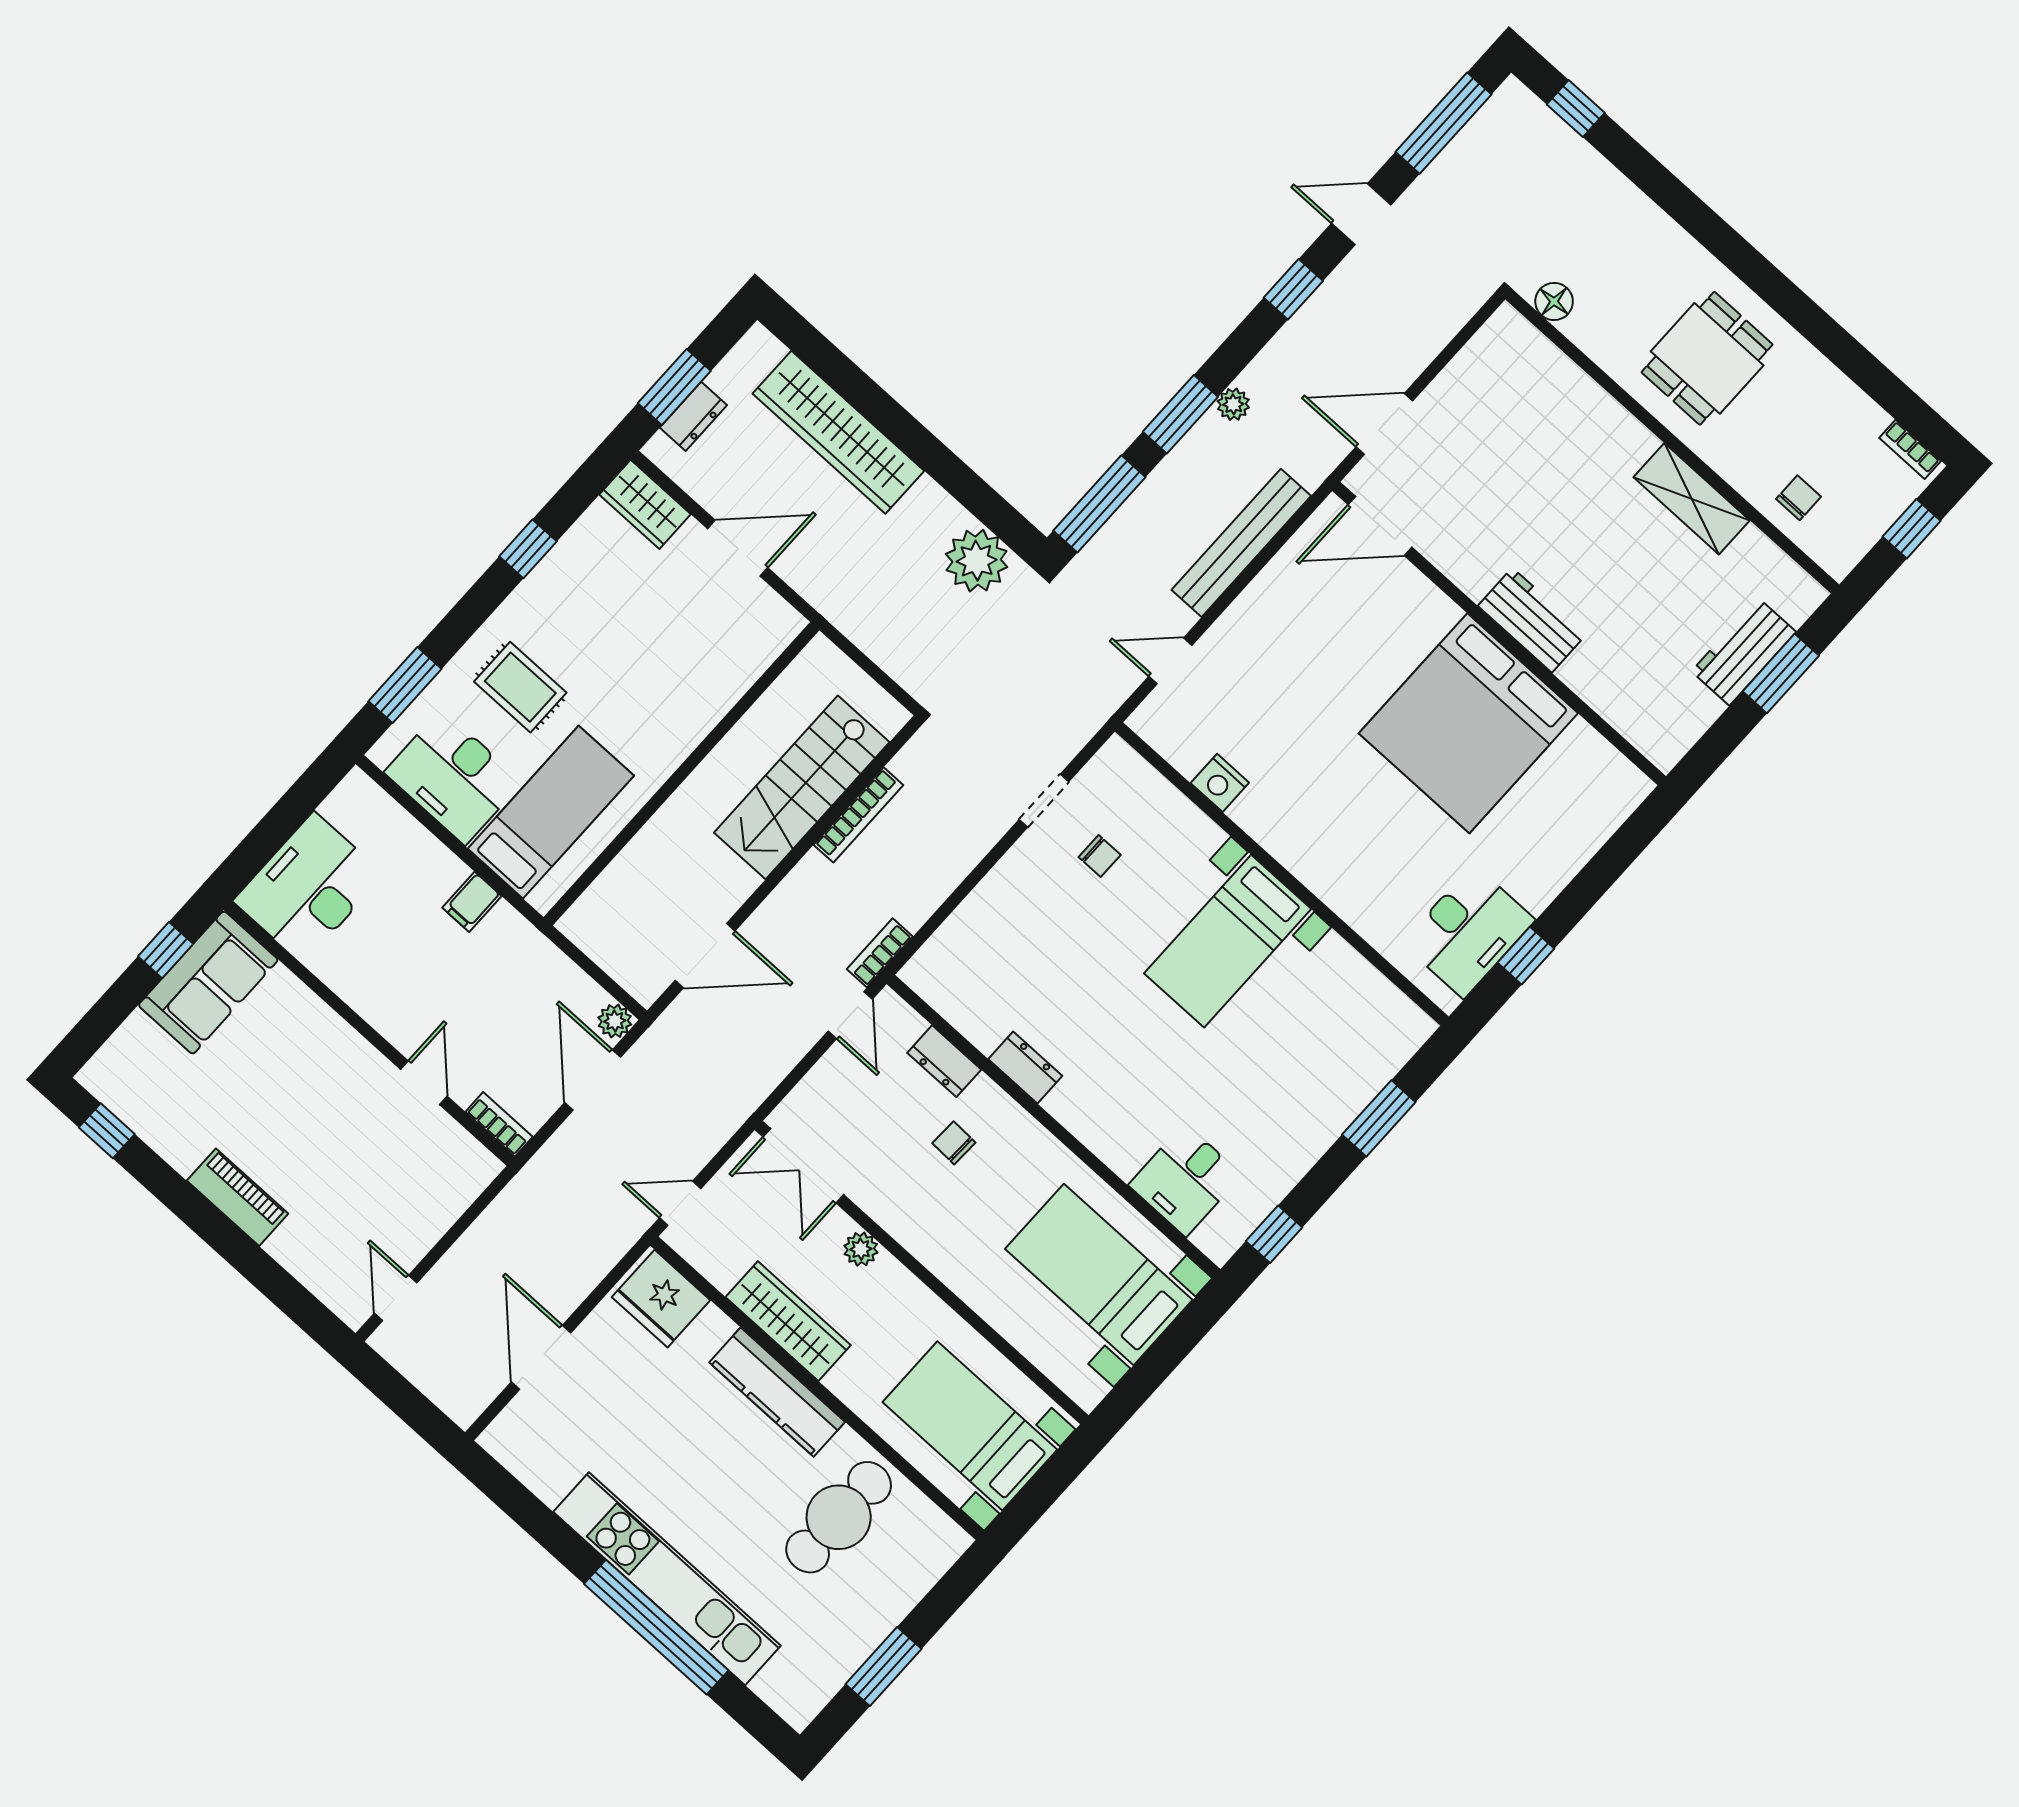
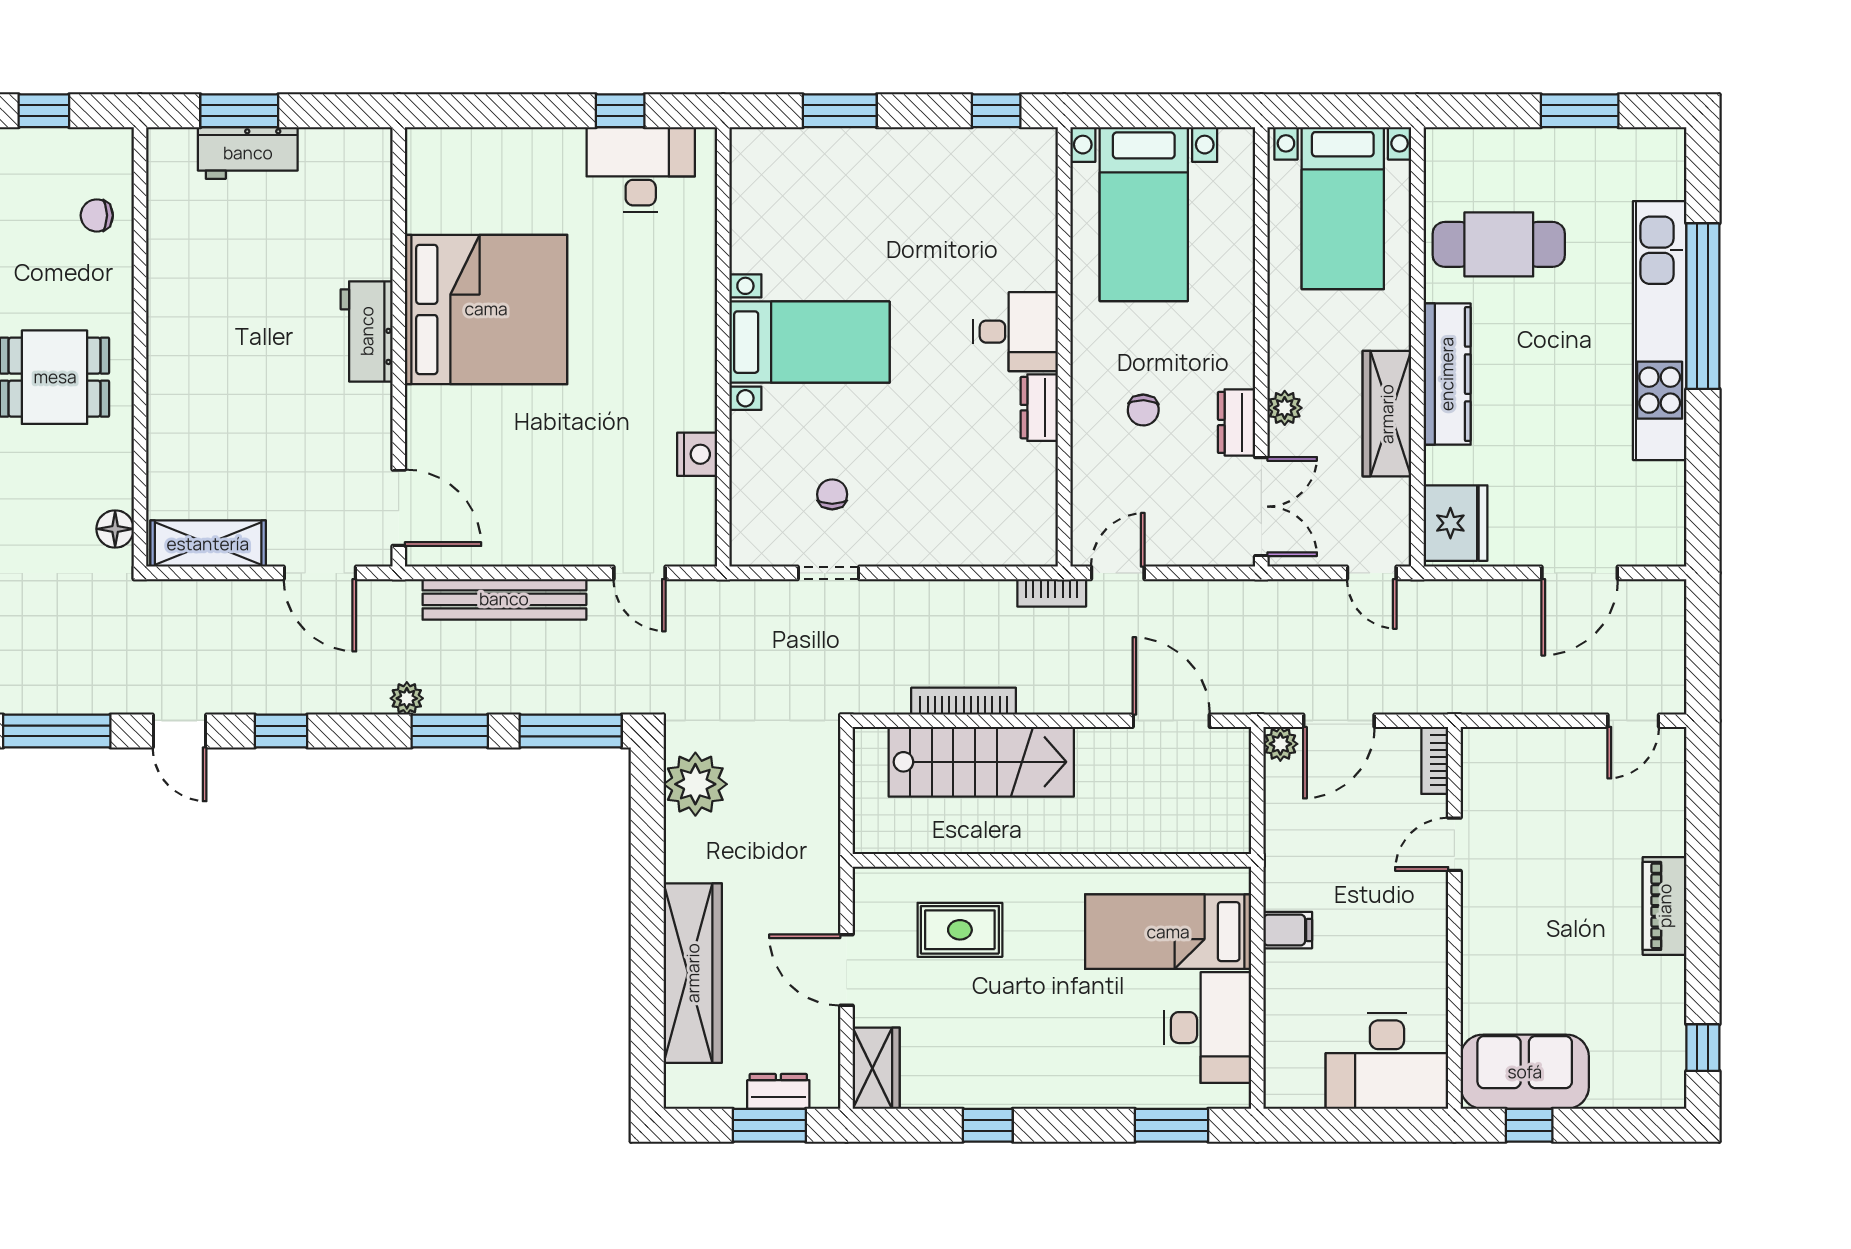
shelving: (1692, 499) -> (208, 544), moved, turned 90
rug: (520, 687) -> (960, 930), moved, turned 90
dresser: (944, 1061) -> (1236, 422), moved, turned 180
desk: (1185, 1180) -> (1015, 332), moved

